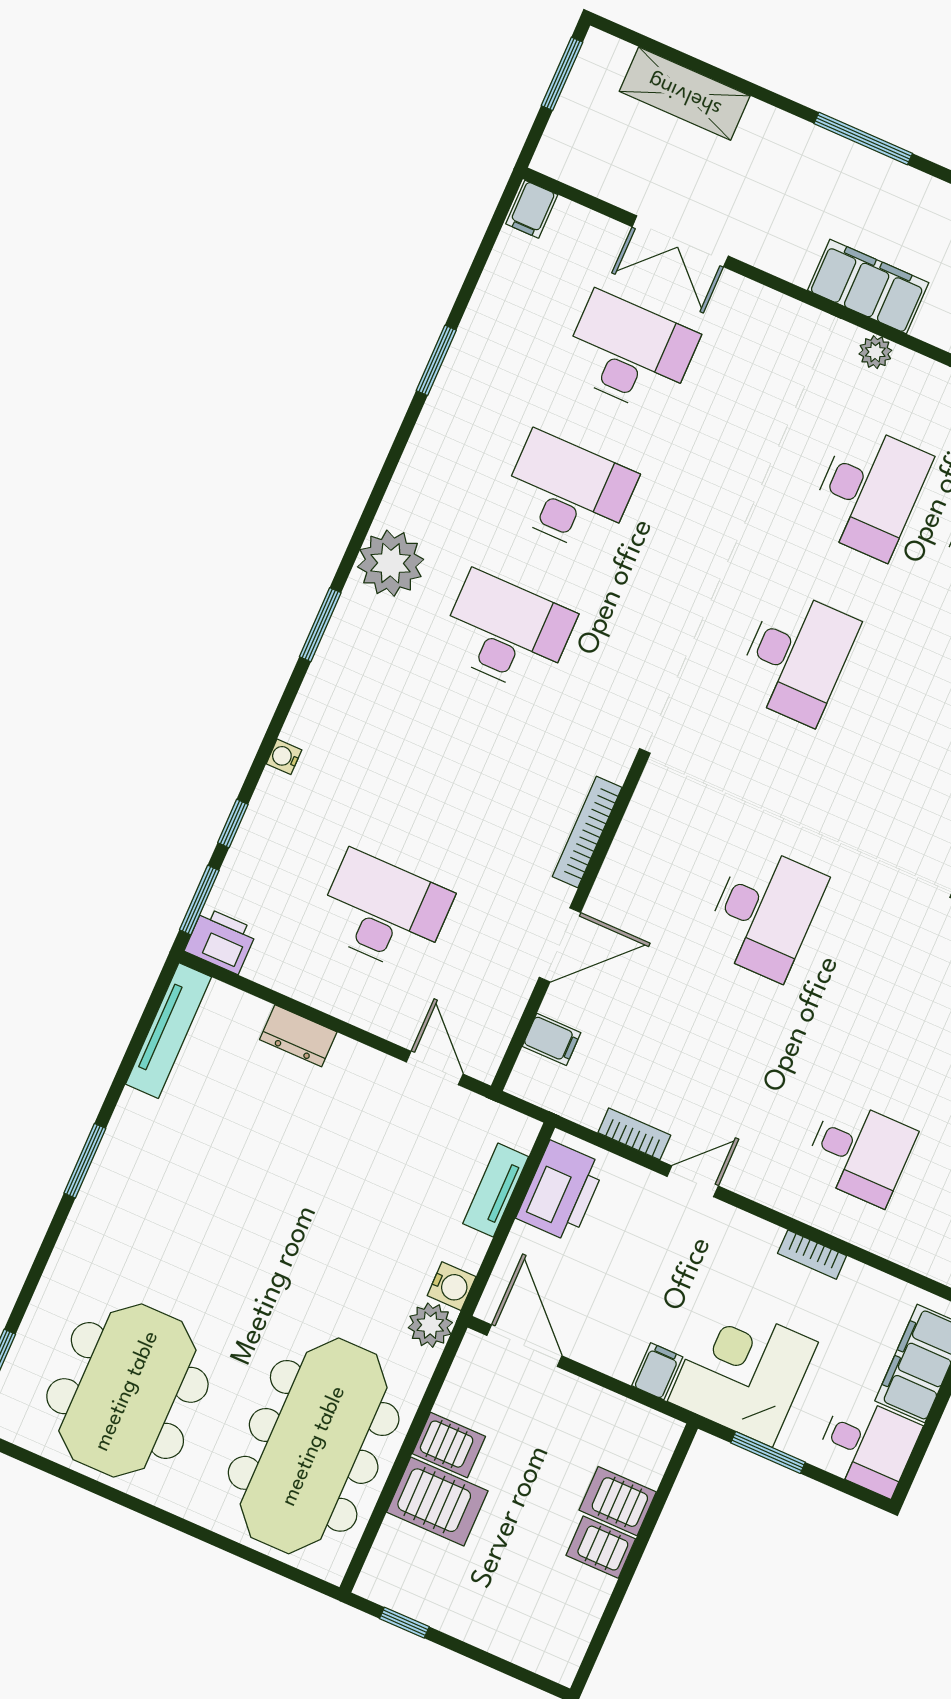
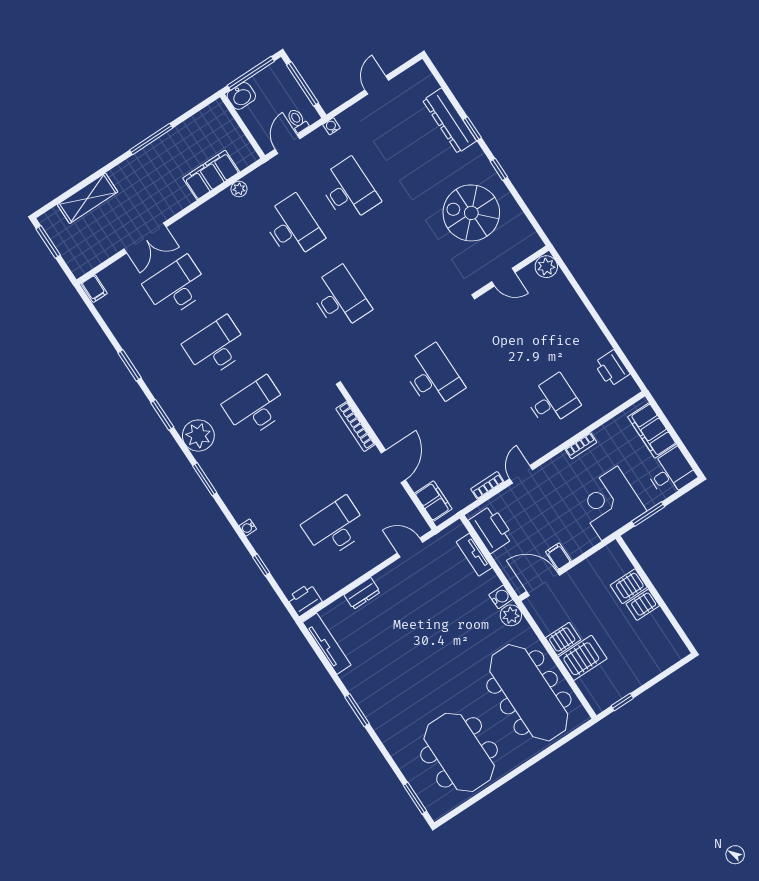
window: (199, 900) -> (162, 415), moved
filing cabinet: (552, 1039) -> (433, 501), width x2.00
filing cabinet: (657, 1371) -> (558, 556), moved

